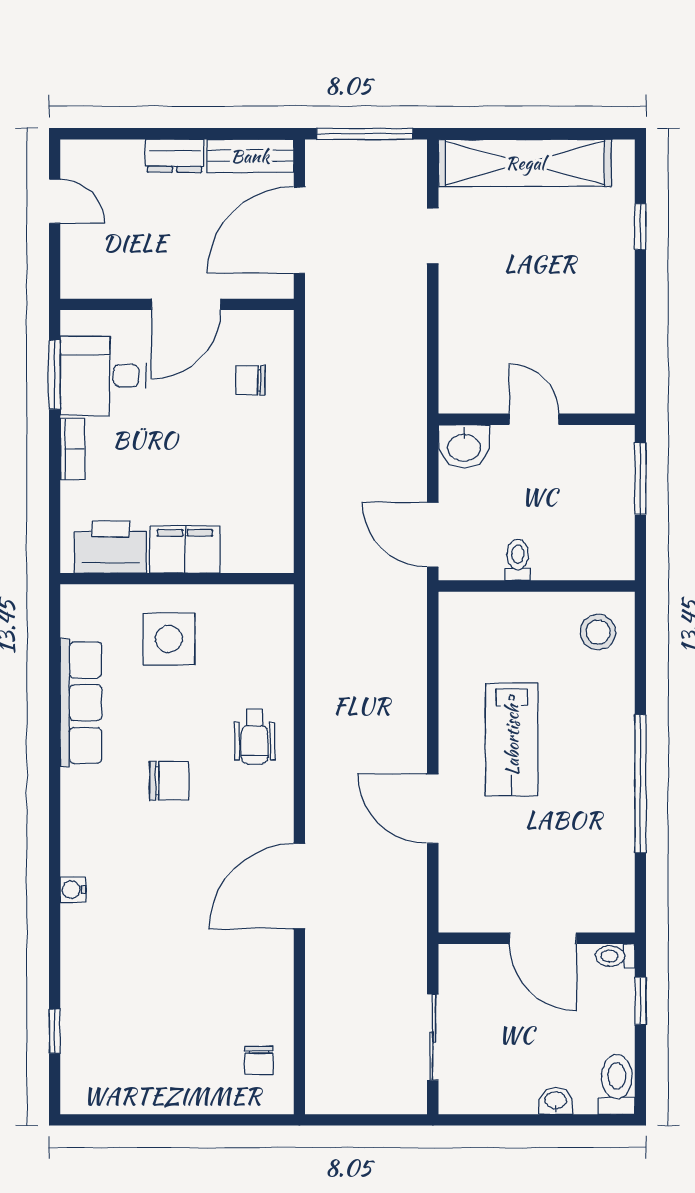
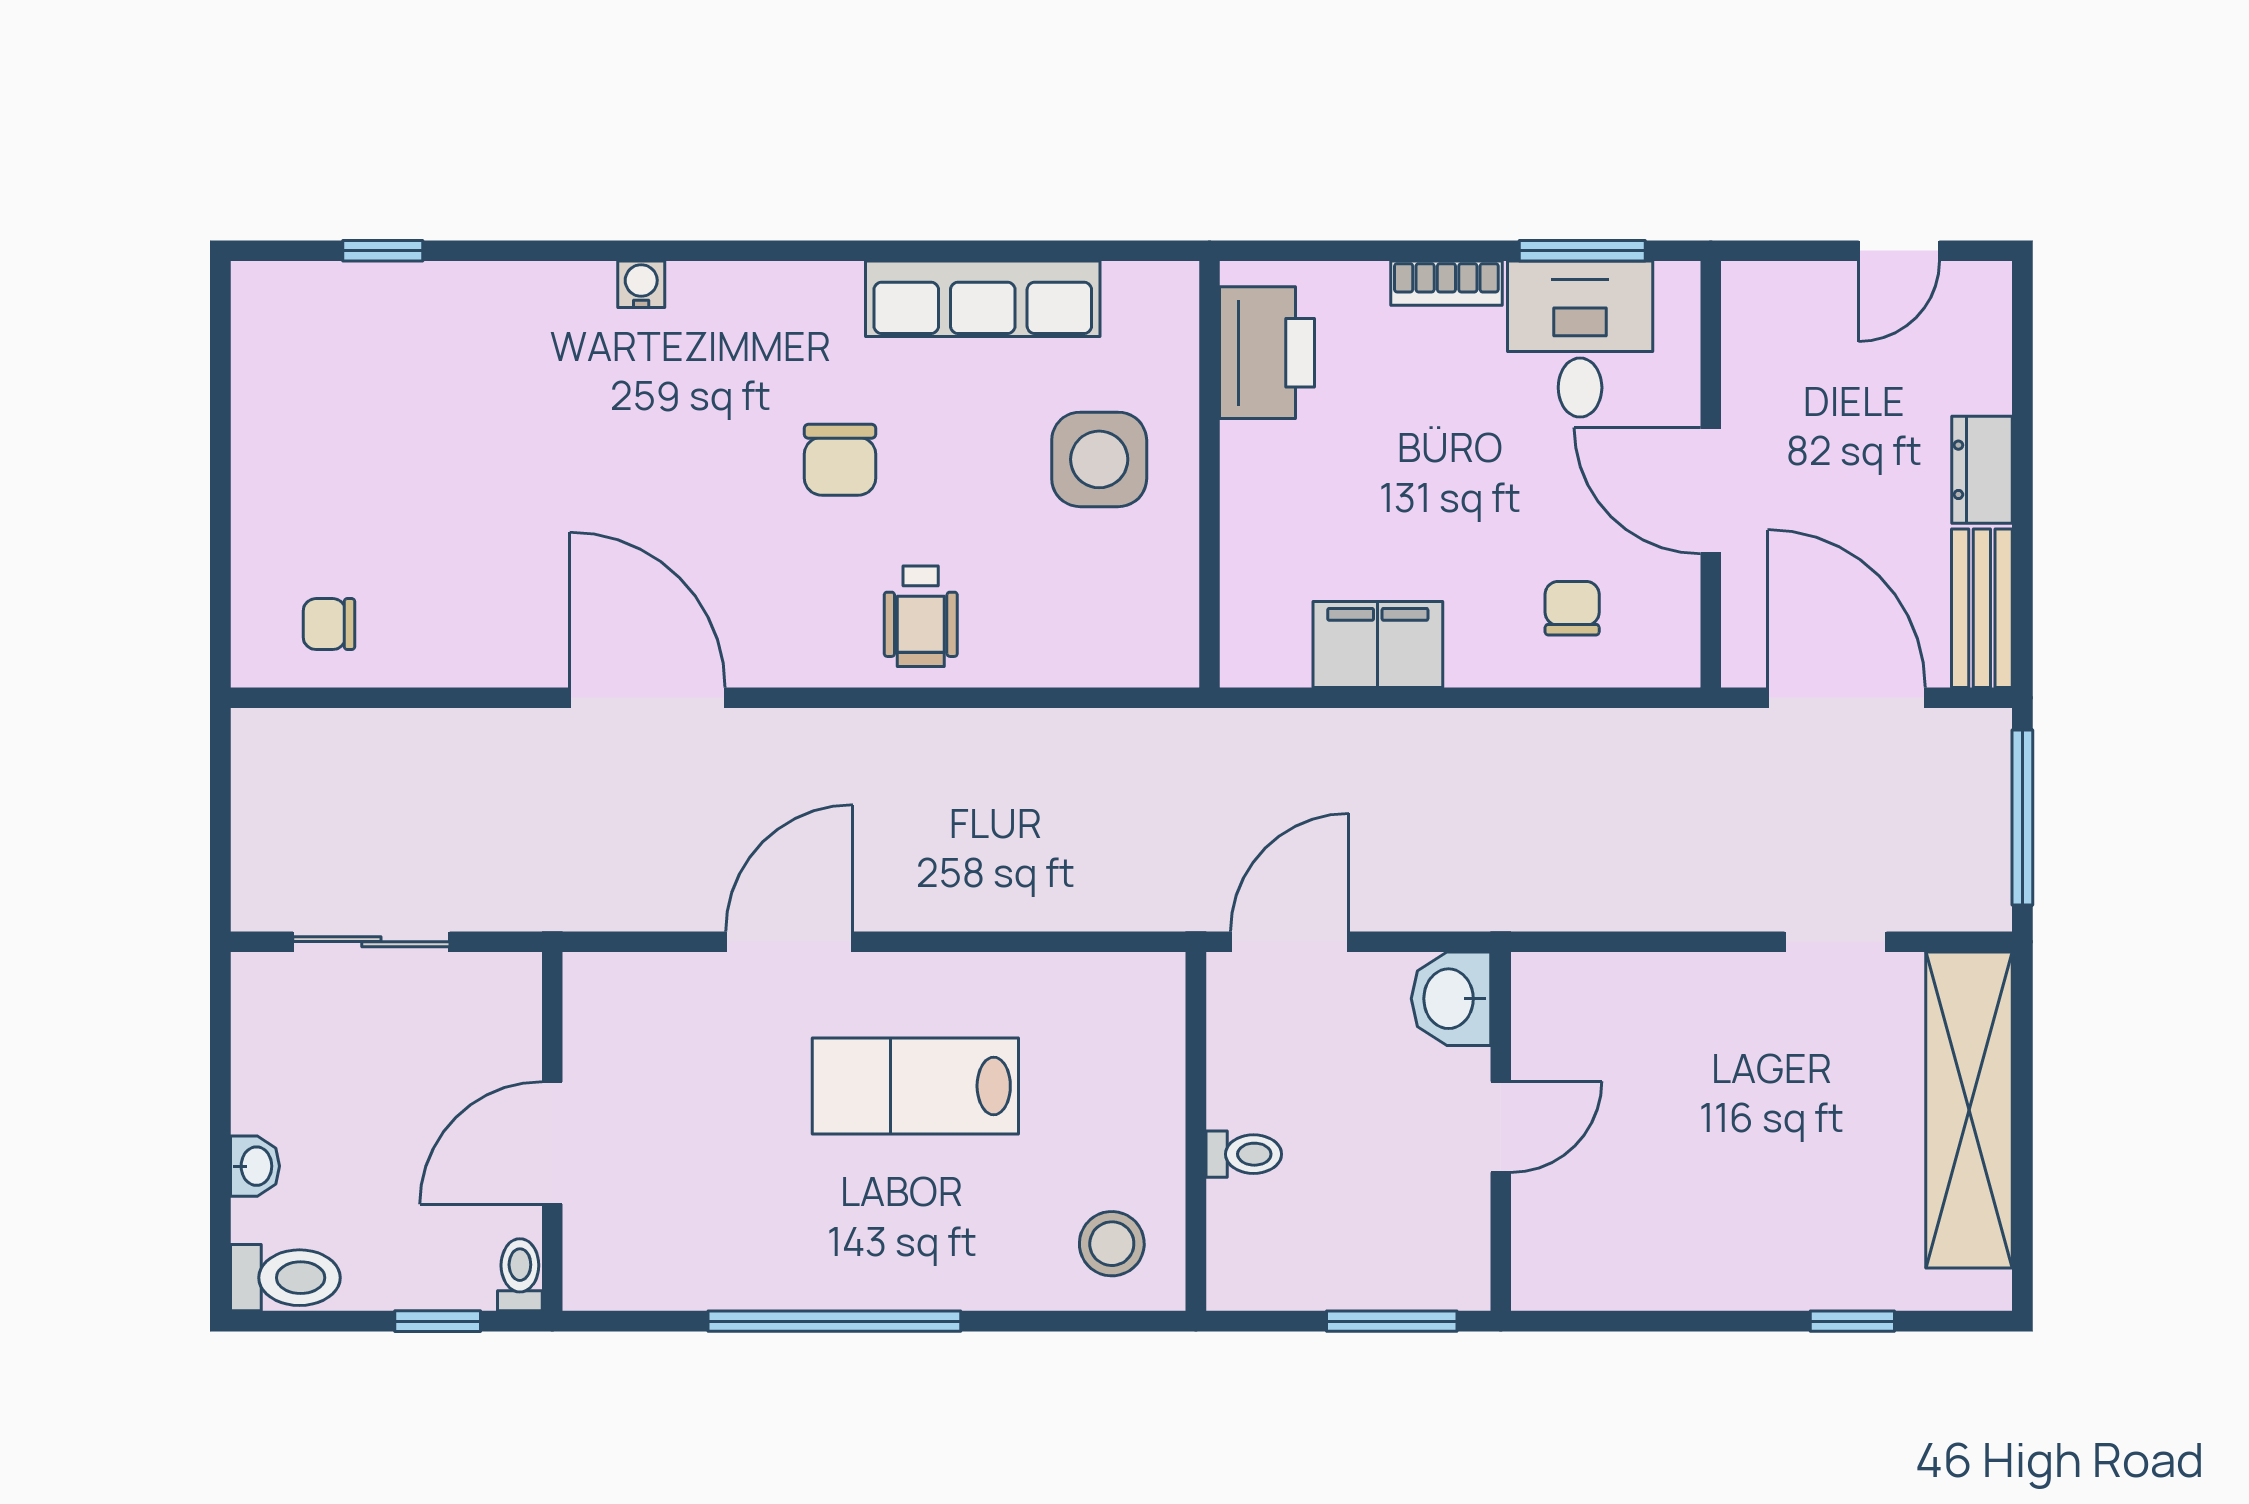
filing cabinet: (185, 549) -> (1378, 645), moved, turned -90
toilet: (518, 560) -> (1244, 1154), moved
wheelchair: (255, 737) -> (921, 616), turned -90

